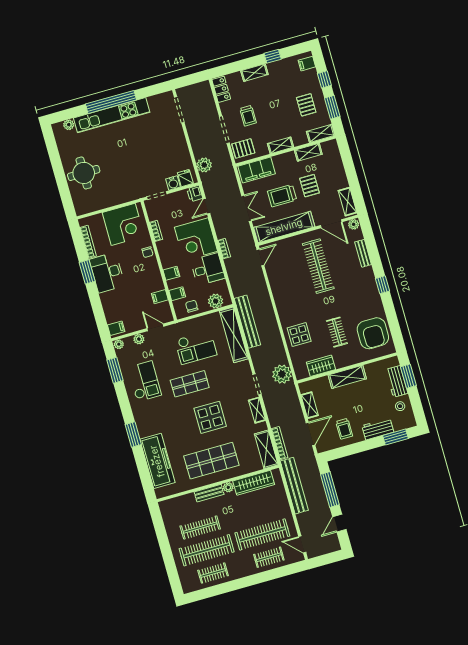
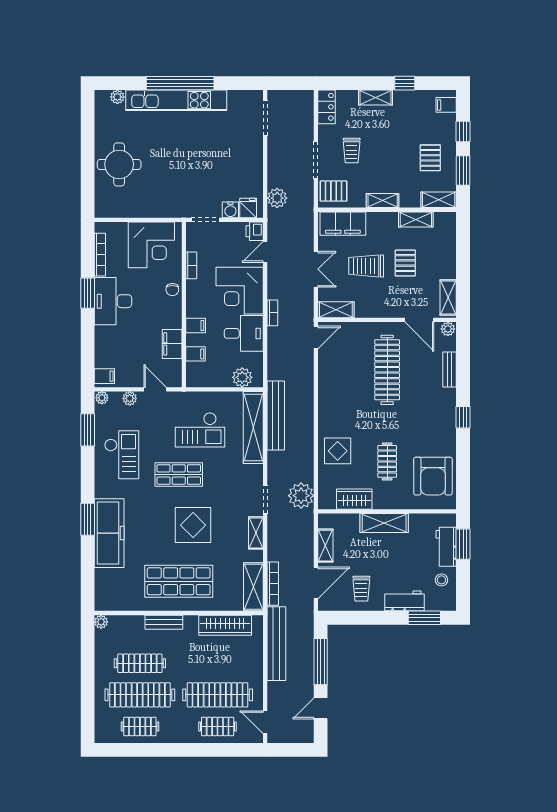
shelving: (284, 227) -> (336, 310), width x0.45, depth x0.75
filing cabinet: (160, 297) -> (172, 344), width x2.00
chair: (192, 306) -> (210, 375), removed
freezer: (157, 461) -> (109, 533), moved
plant: (228, 487) -> (101, 622), moved

